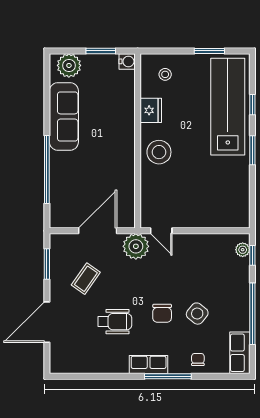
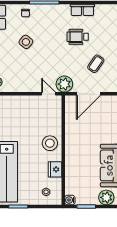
chair: (162, 313) -> (48, 42), removed
row of seats: (149, 365) -> (82, 10), moved

